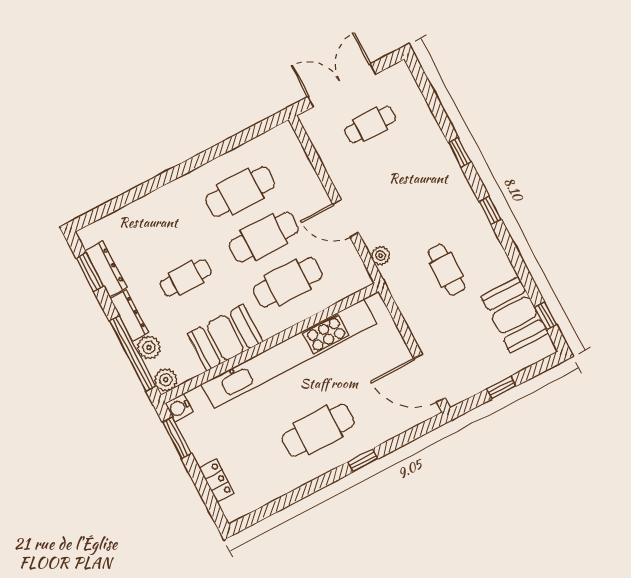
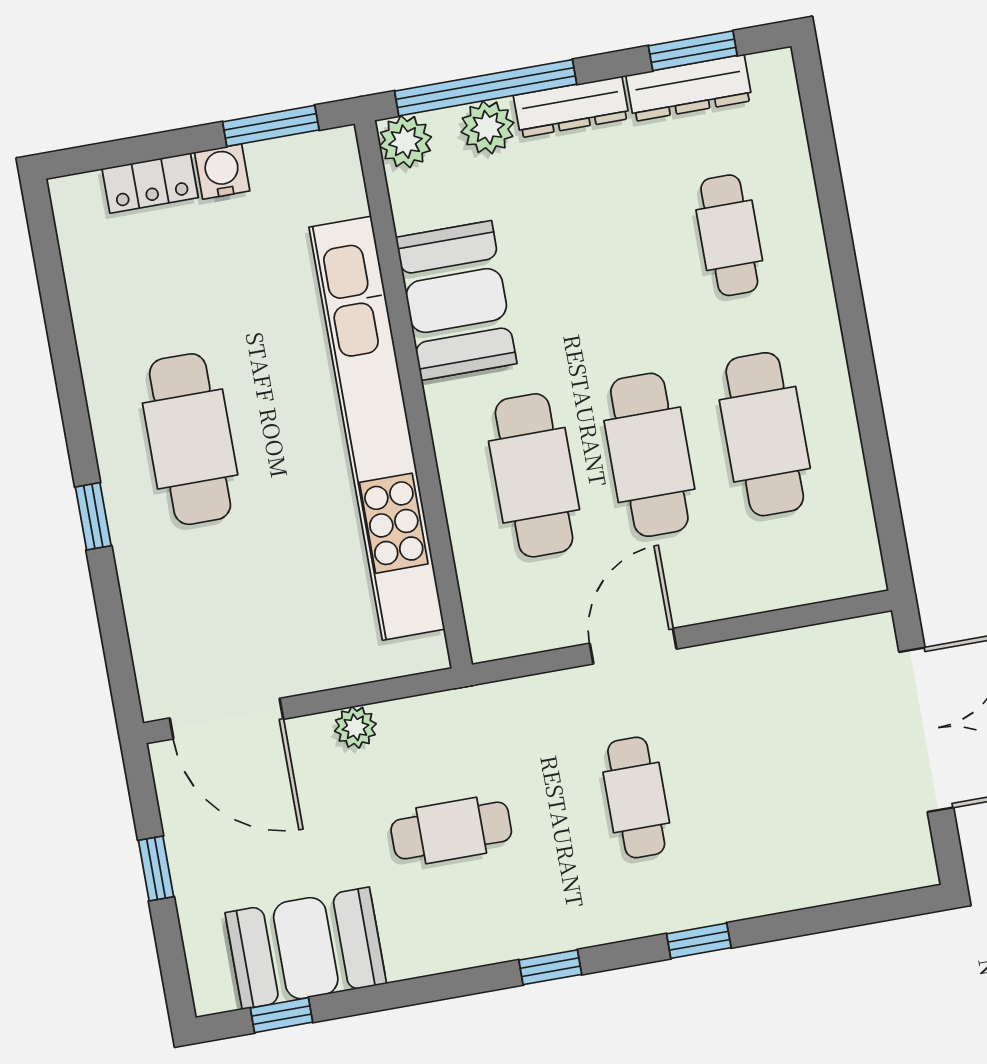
cafe table: (370, 124) -> (636, 797), moved
plant: (381, 256) -> (355, 727), moved
cafe table: (186, 278) -> (729, 235), moved
door: (429, 378) -> (226, 719), swing flipped
water cooler: (179, 408) -> (222, 172), moved

